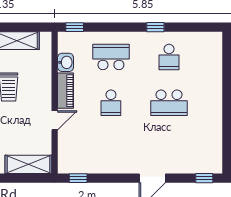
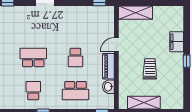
school desk: (111, 103) -> (75, 57), turned 180

